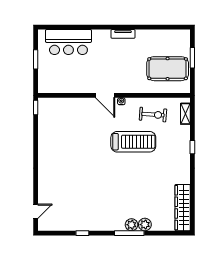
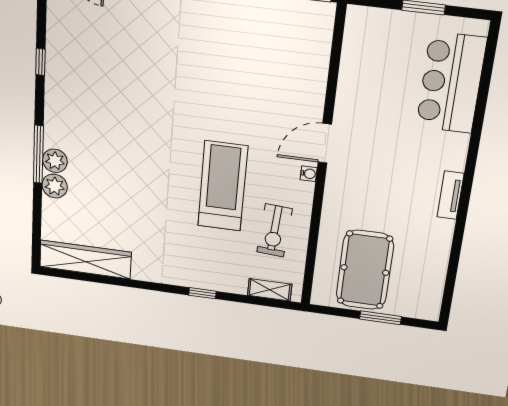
treadmill: (133, 142) -> (223, 186), turned 180

